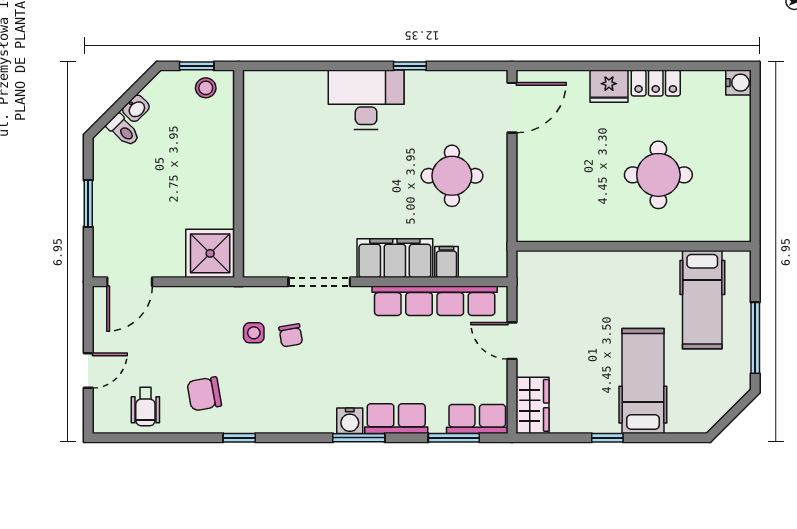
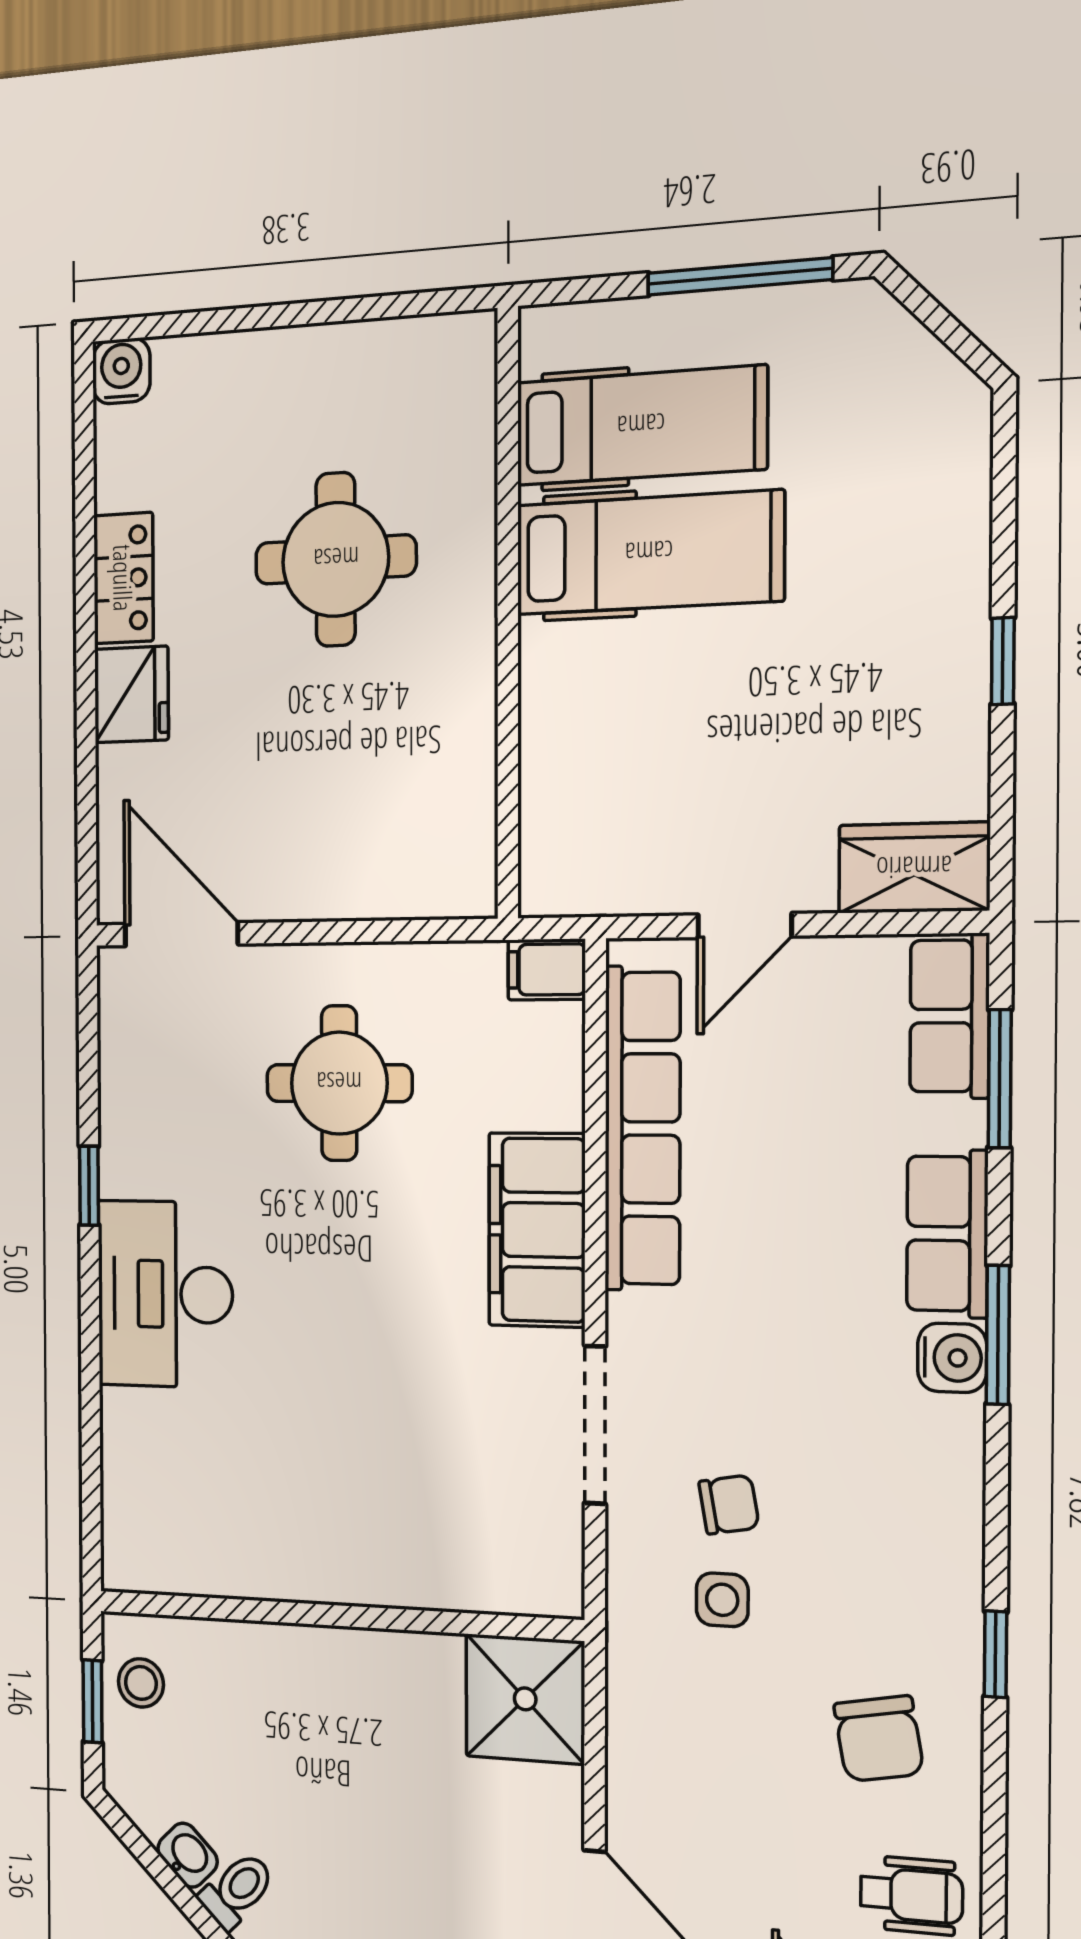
filing cabinet: (447, 262) -> (547, 969), moved
hospital bed: (643, 381) -> (649, 553), moved, turned 180

